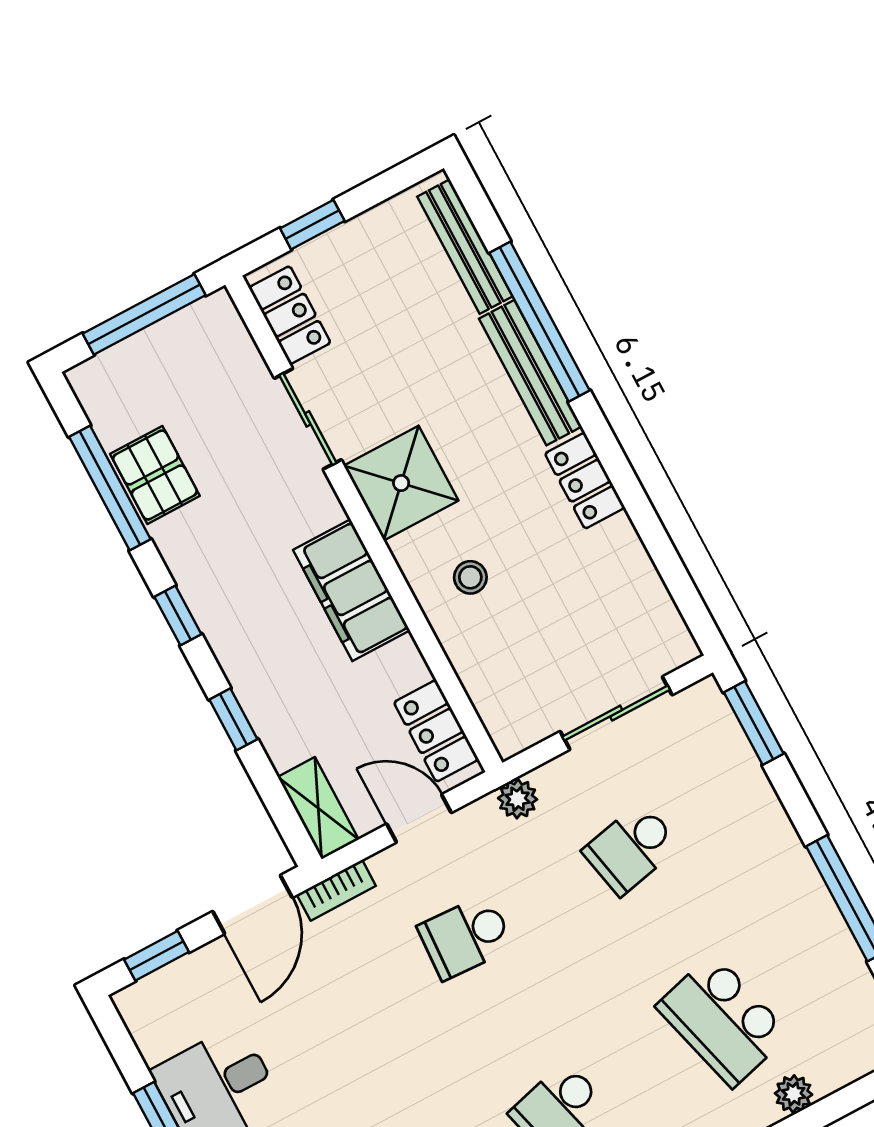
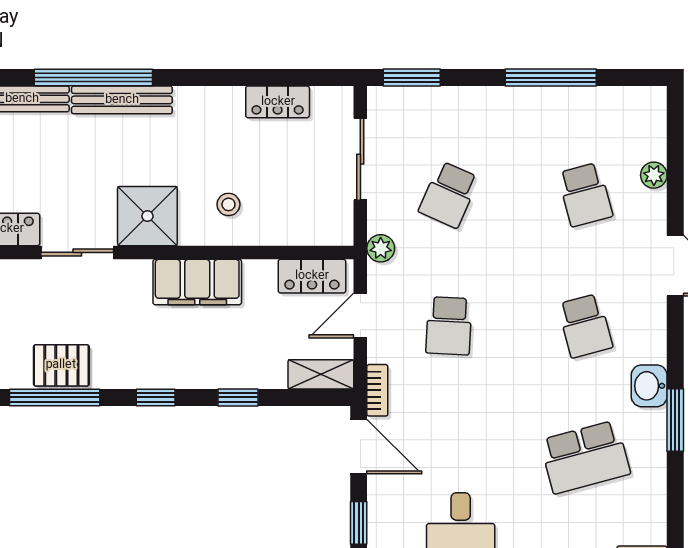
locker: (585, 481) -> (278, 102), moved
school desk: (631, 849) -> (449, 195), turned 36
school desk: (723, 1020) -> (585, 195), width x0.54

